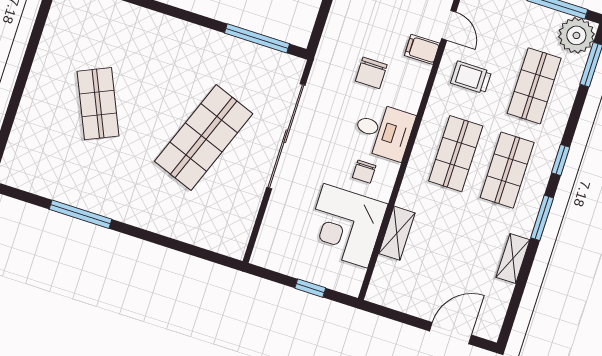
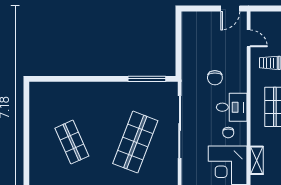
filing cabinet: (422, 49) -> (238, 56), removed

